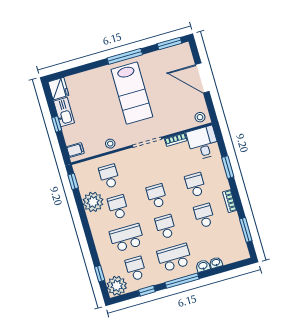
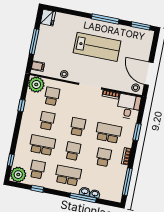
door: (202, 78) -> (149, 74), moved
lab bench: (132, 93) -> (97, 47), turned -90
kitchen sink: (64, 112) -> (43, 36), removed
window: (57, 124) -> (34, 42), width x2.17
window: (73, 181) -> (21, 106), moved
school desk: (195, 185) -> (108, 133), width x1.85
plant: (93, 202) -> (36, 84), moved
window: (246, 230) -> (127, 182), width x1.44
window: (182, 281) -> (83, 198), moved

